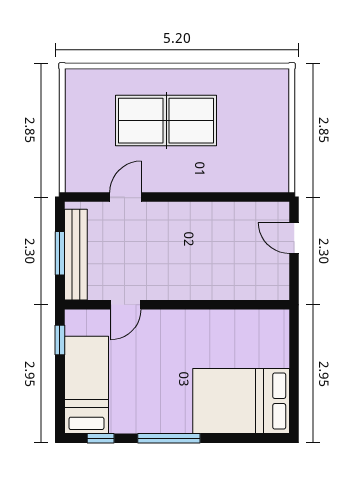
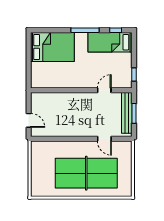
table tennis table: (166, 121) -> (86, 173), width x1.36, depth x1.32
door: (126, 197) -> (104, 139), hinge flipped
bed: (86, 385) -> (110, 42), moved, turned 90

